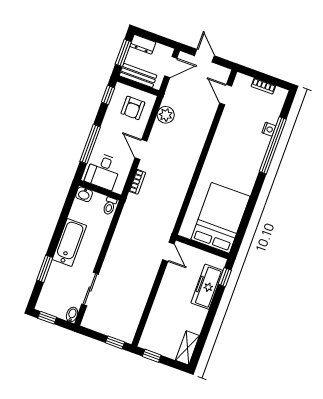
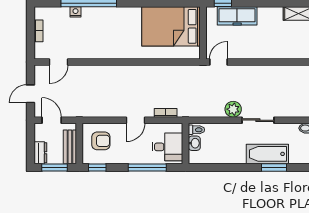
plant: (166, 115) -> (233, 109), moved
washbasin: (84, 194) -> (194, 143), moved
bathtub: (69, 243) -> (267, 154), moved
sliding door: (90, 289) -> (258, 120), moved

